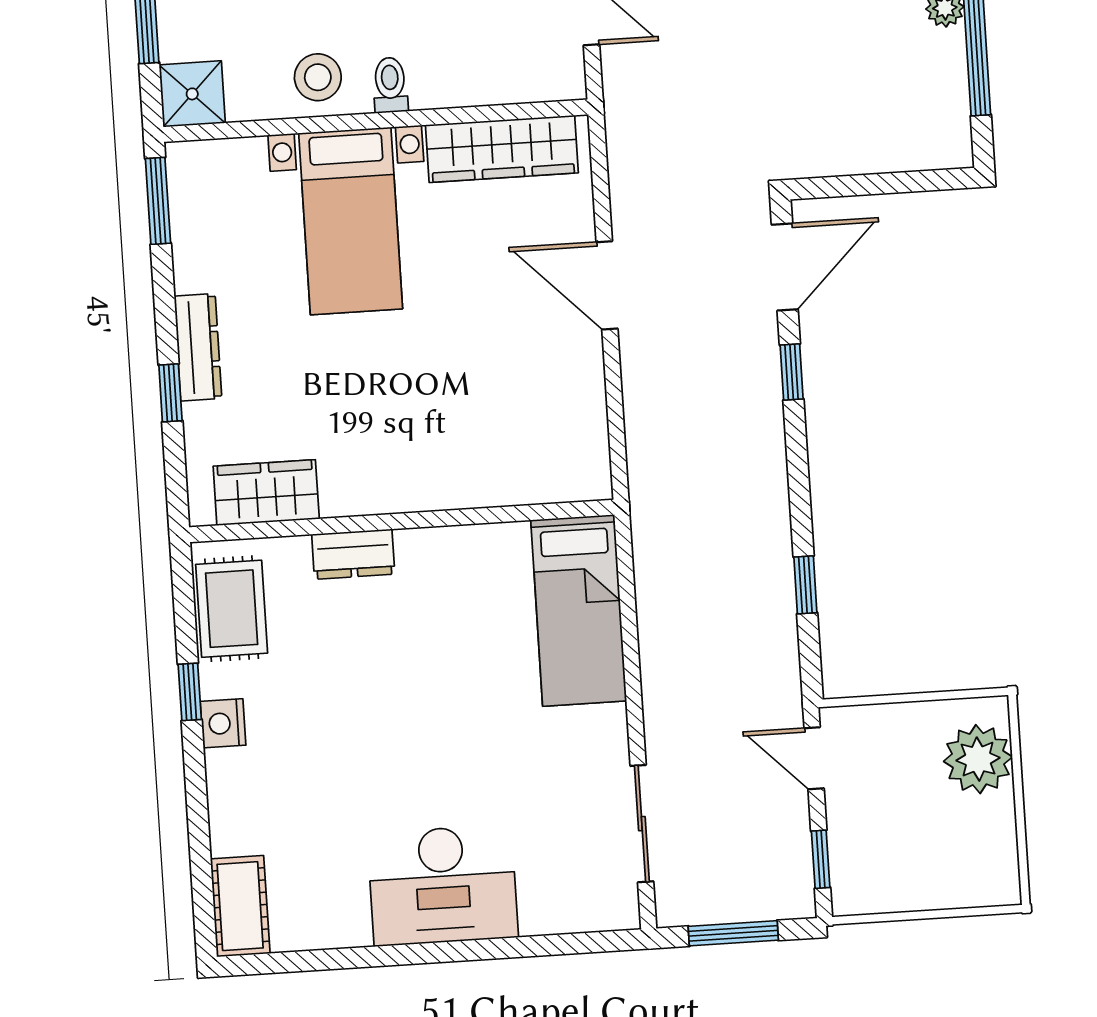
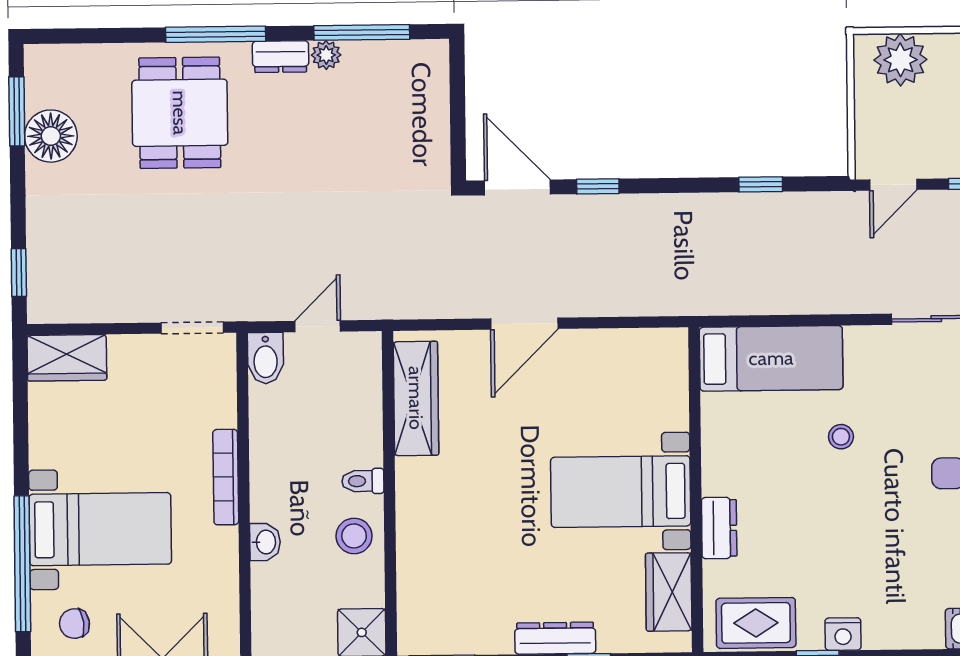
bed with nightstands: (351, 221) -> (621, 492), moved, turned 180
stool: (481, 707) -> (841, 437), added

